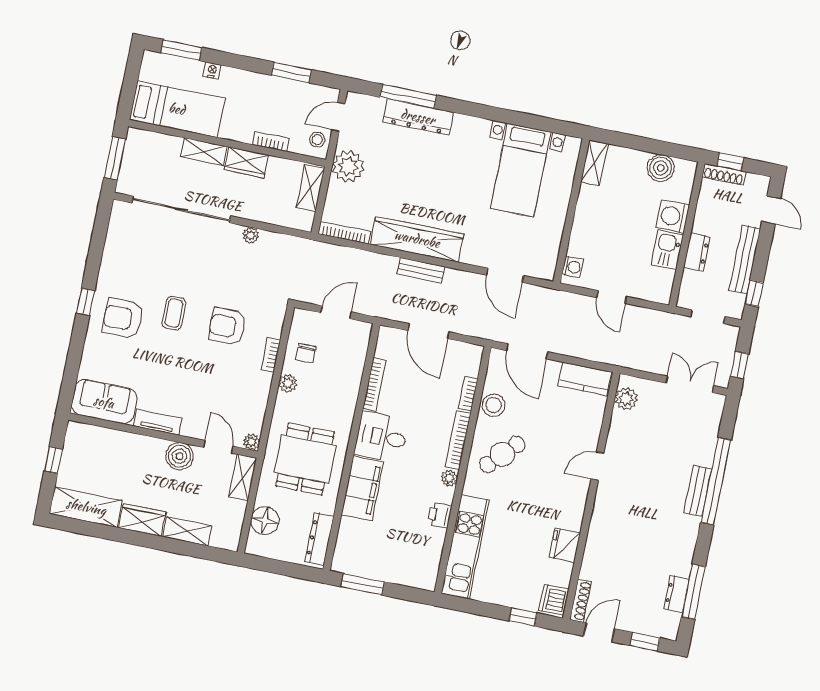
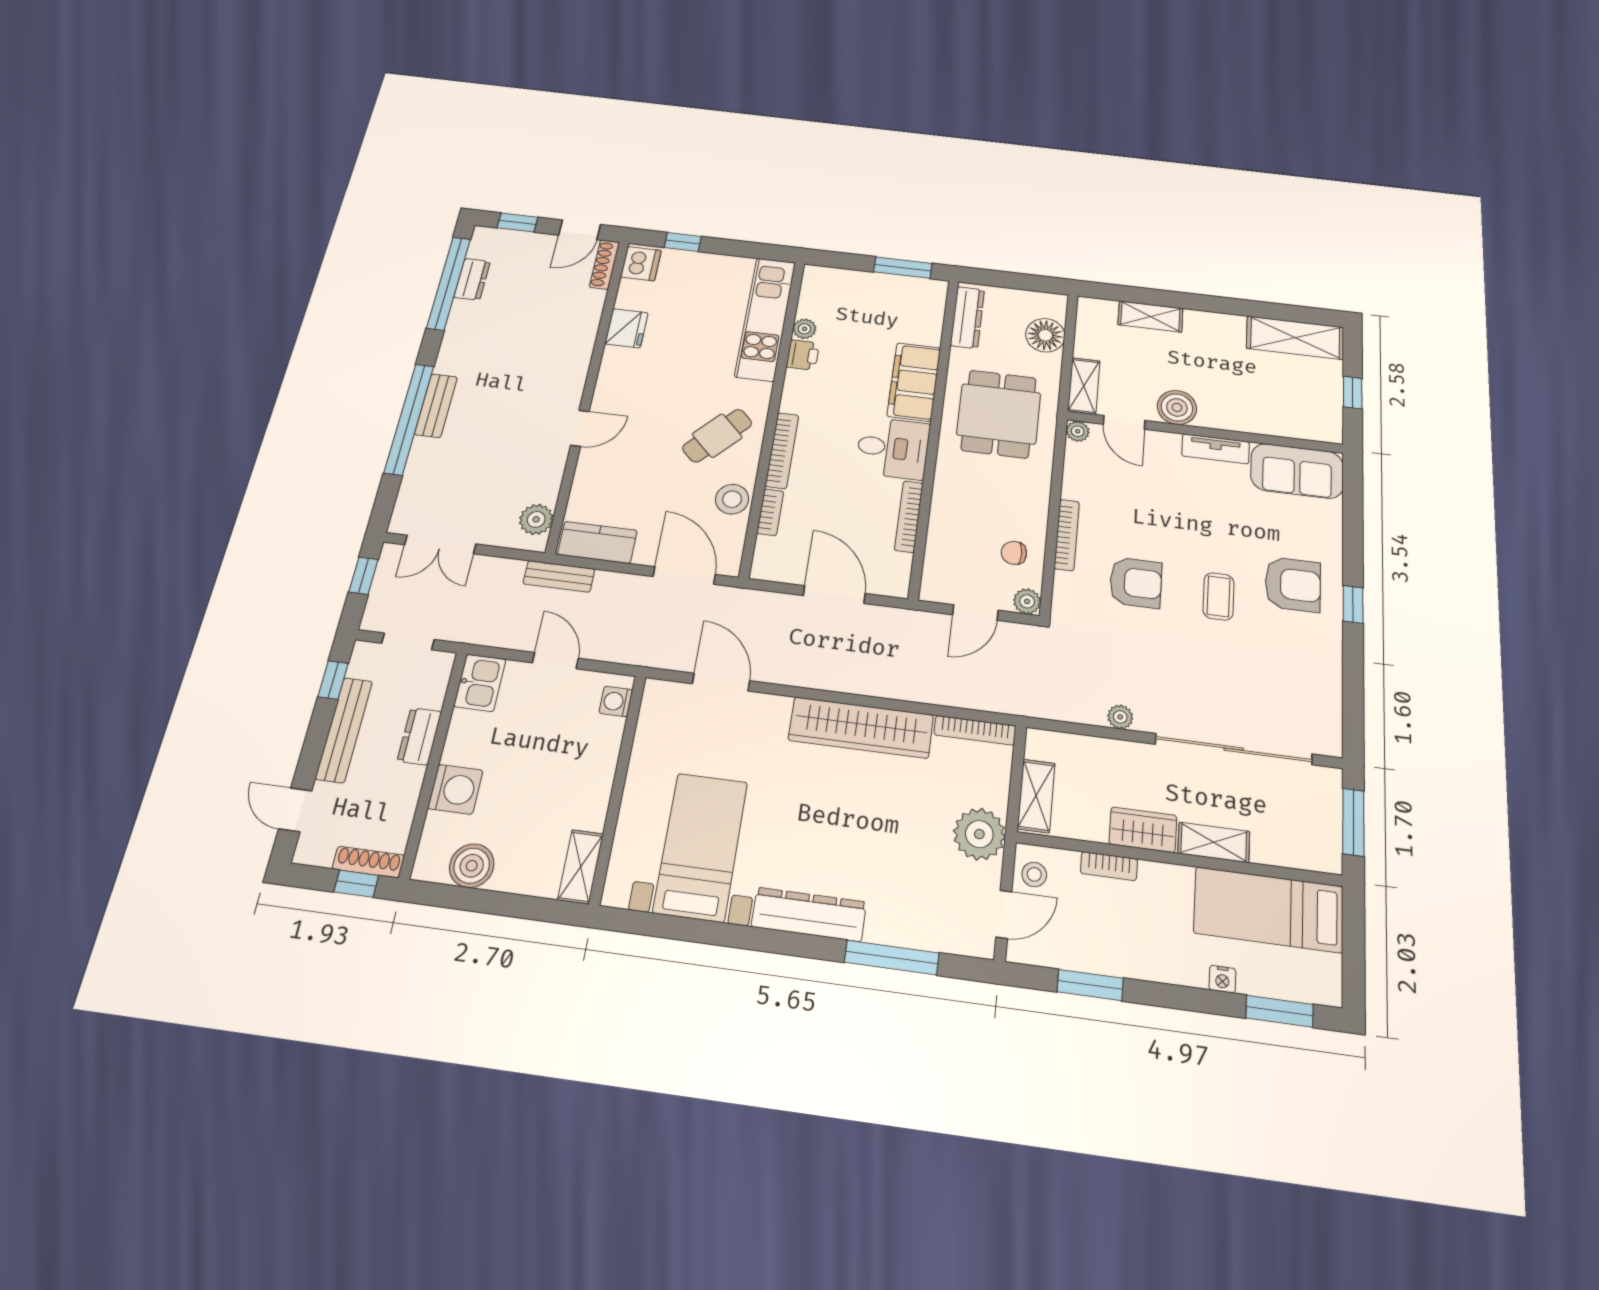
dresser: (418, 117) -> (809, 914), moved
kitchen sink: (667, 250) -> (480, 683), moved
bench: (421, 270) -> (559, 576), moved
chair: (306, 353) -> (1014, 553), turned -91
bookcase: (271, 355) -> (1067, 535), width x1.56
plant: (288, 383) -> (1027, 601), moved
plant: (449, 478) -> (804, 329), moved
wardrobe: (142, 520) -> (1214, 327), removed
window: (693, 592) -> (449, 283), width x1.46

